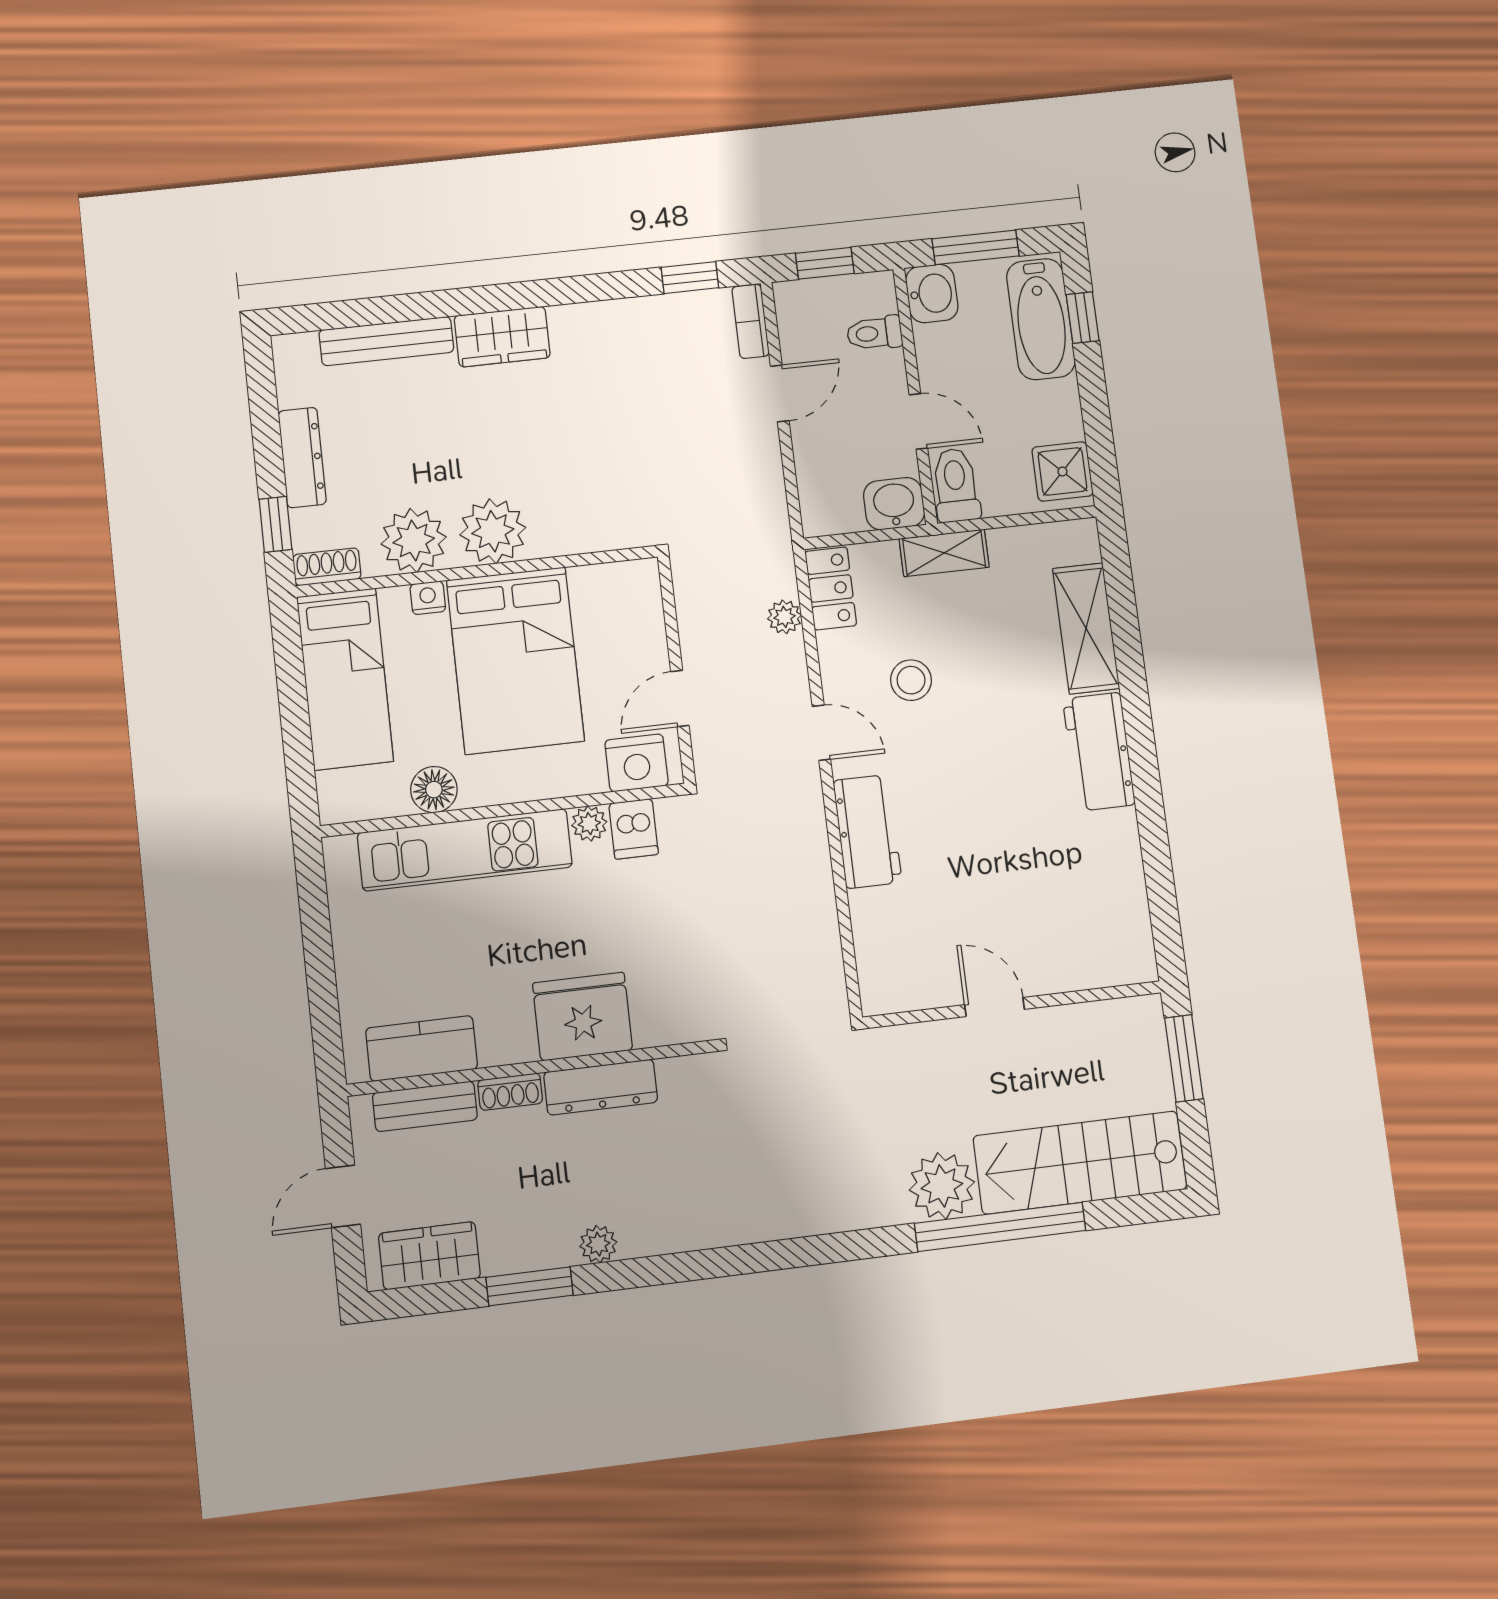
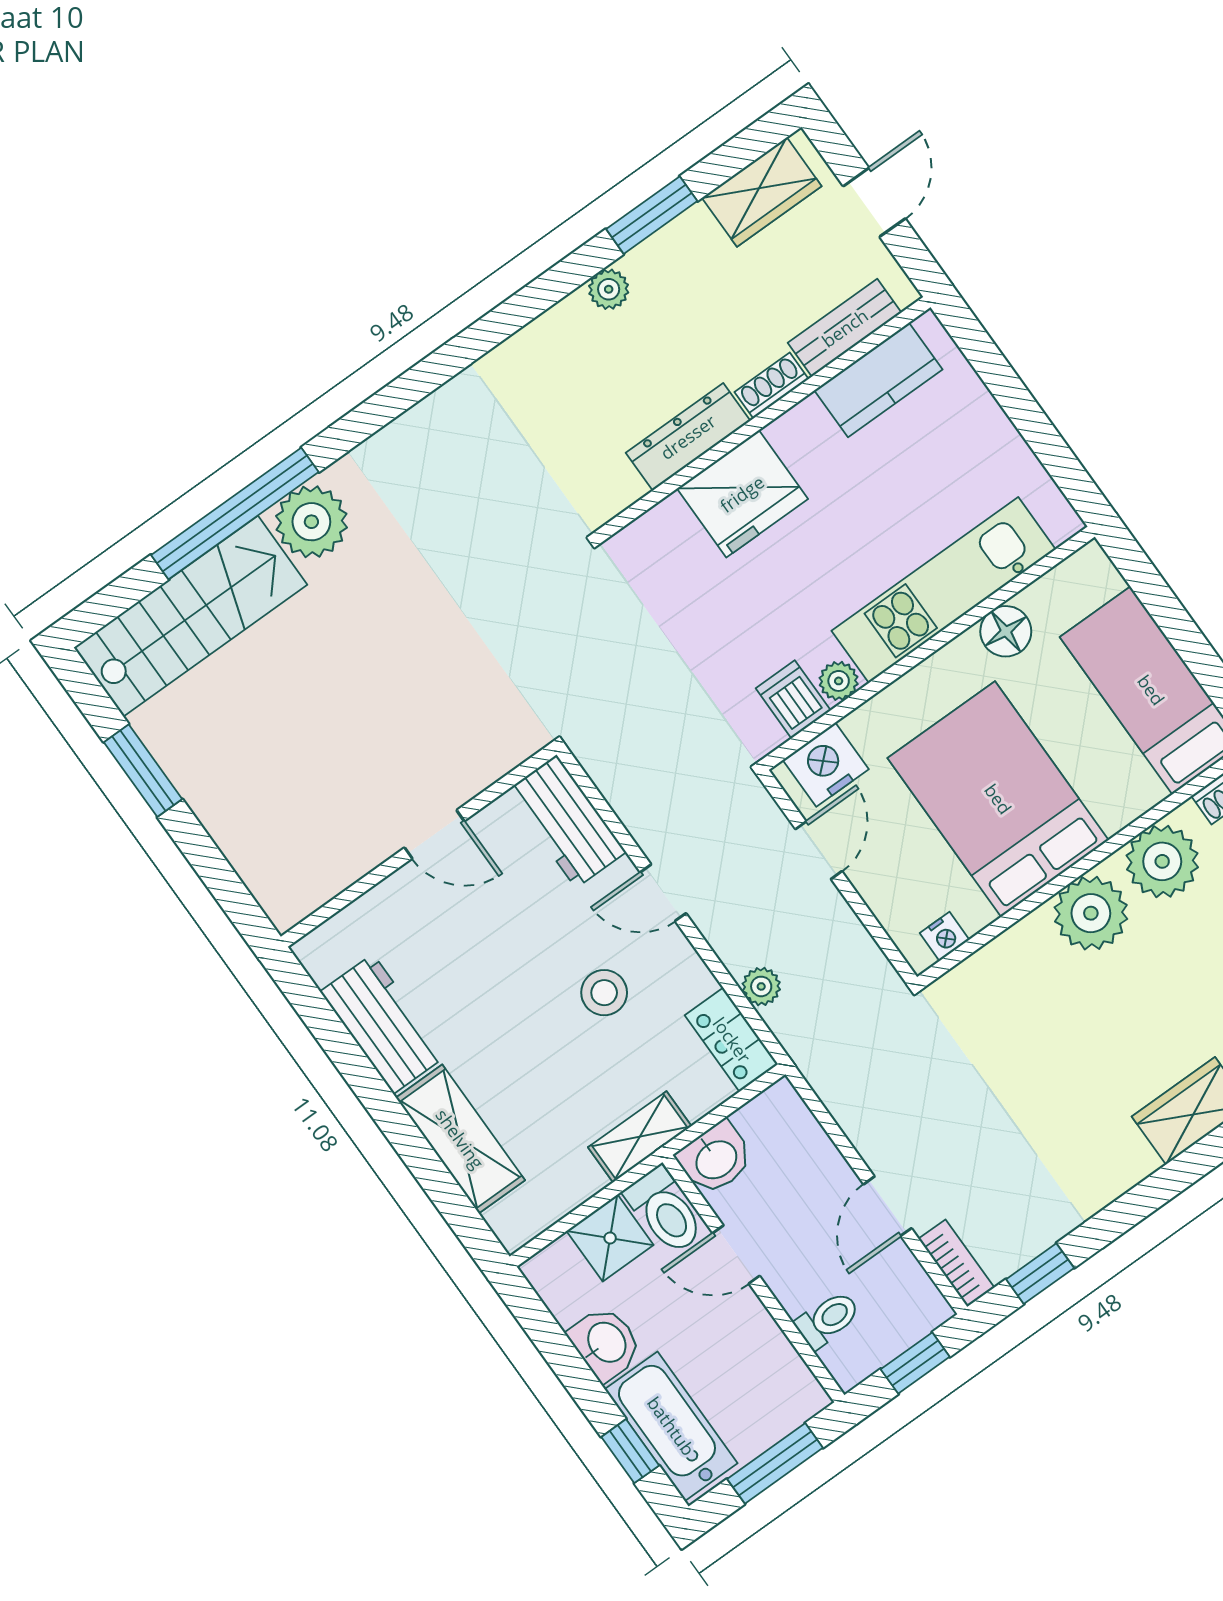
washbasin: (932, 293) -> (606, 1343), moved, turned 180
shower: (1062, 471) -> (610, 1238), moved
nightstand: (428, 598) -> (945, 936), moved
wall: (1012, 1005) -> (419, 846), moved
door: (995, 1007) -> (434, 834), moved

